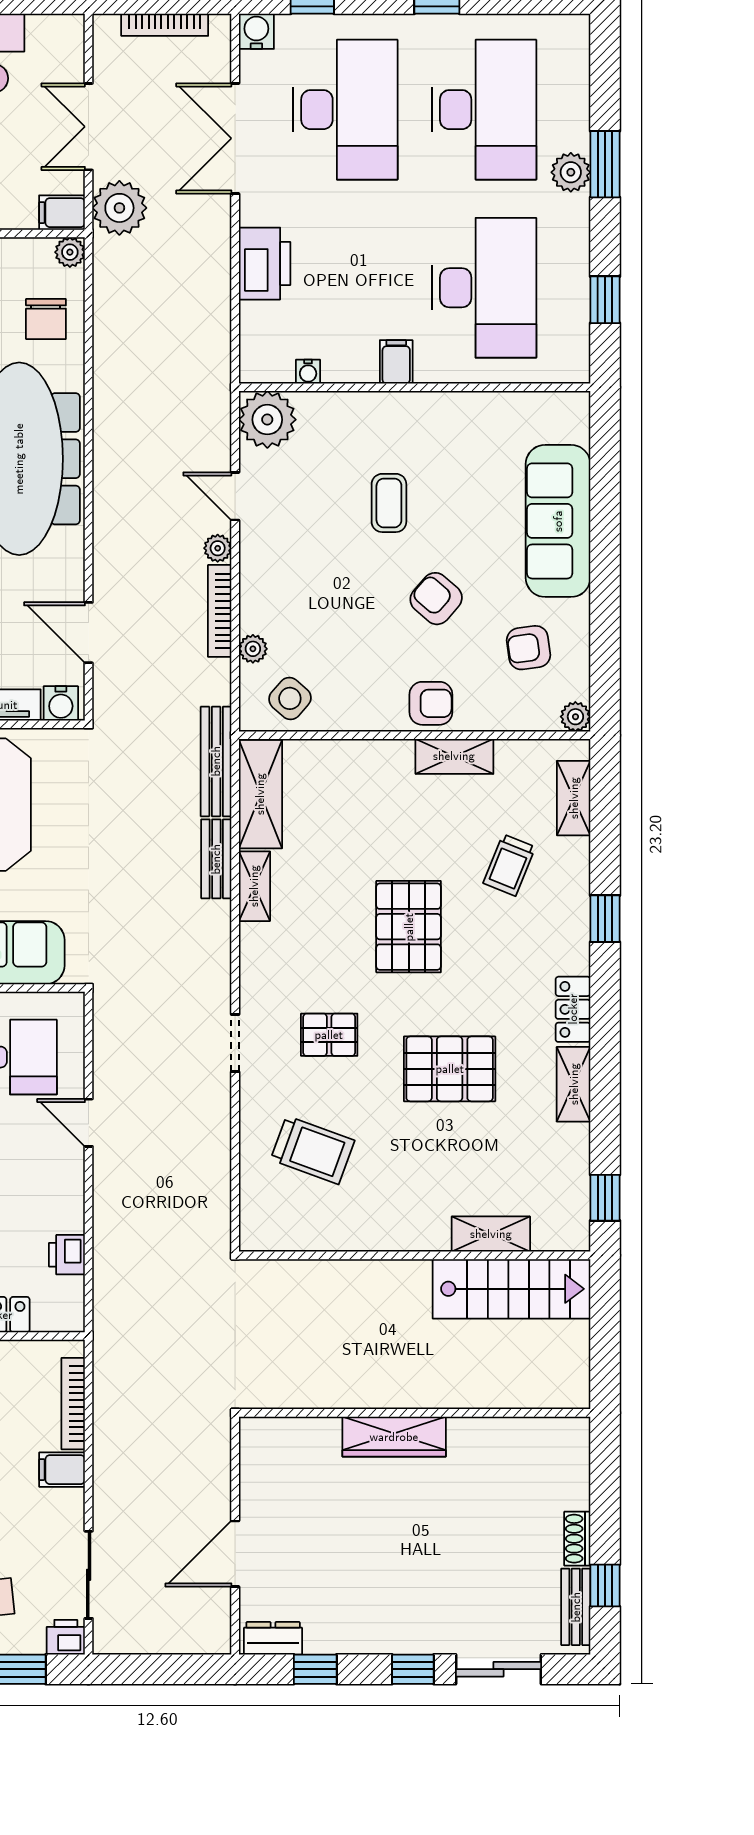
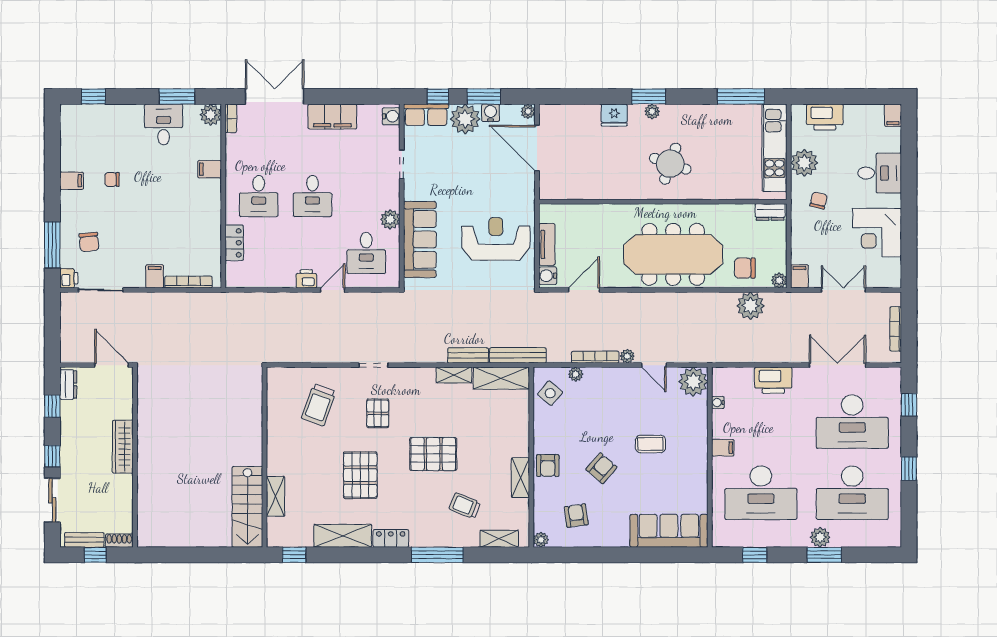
water cooler: (256, 31) -> (892, 376), removed
plant: (119, 208) -> (750, 306), moved
door: (235, 496) -> (654, 365), swing flipped
sofa: (558, 521) -> (669, 531), moved
window: (605, 919) -> (437, 555), width x2.17
shelving: (574, 1084) -> (343, 536), width x1.50, depth x1.33
printer: (67, 1255) -> (306, 279), moved
wall: (415, 1413) -> (135, 457), moved
wardrobe: (394, 1437) -> (123, 447), moved

